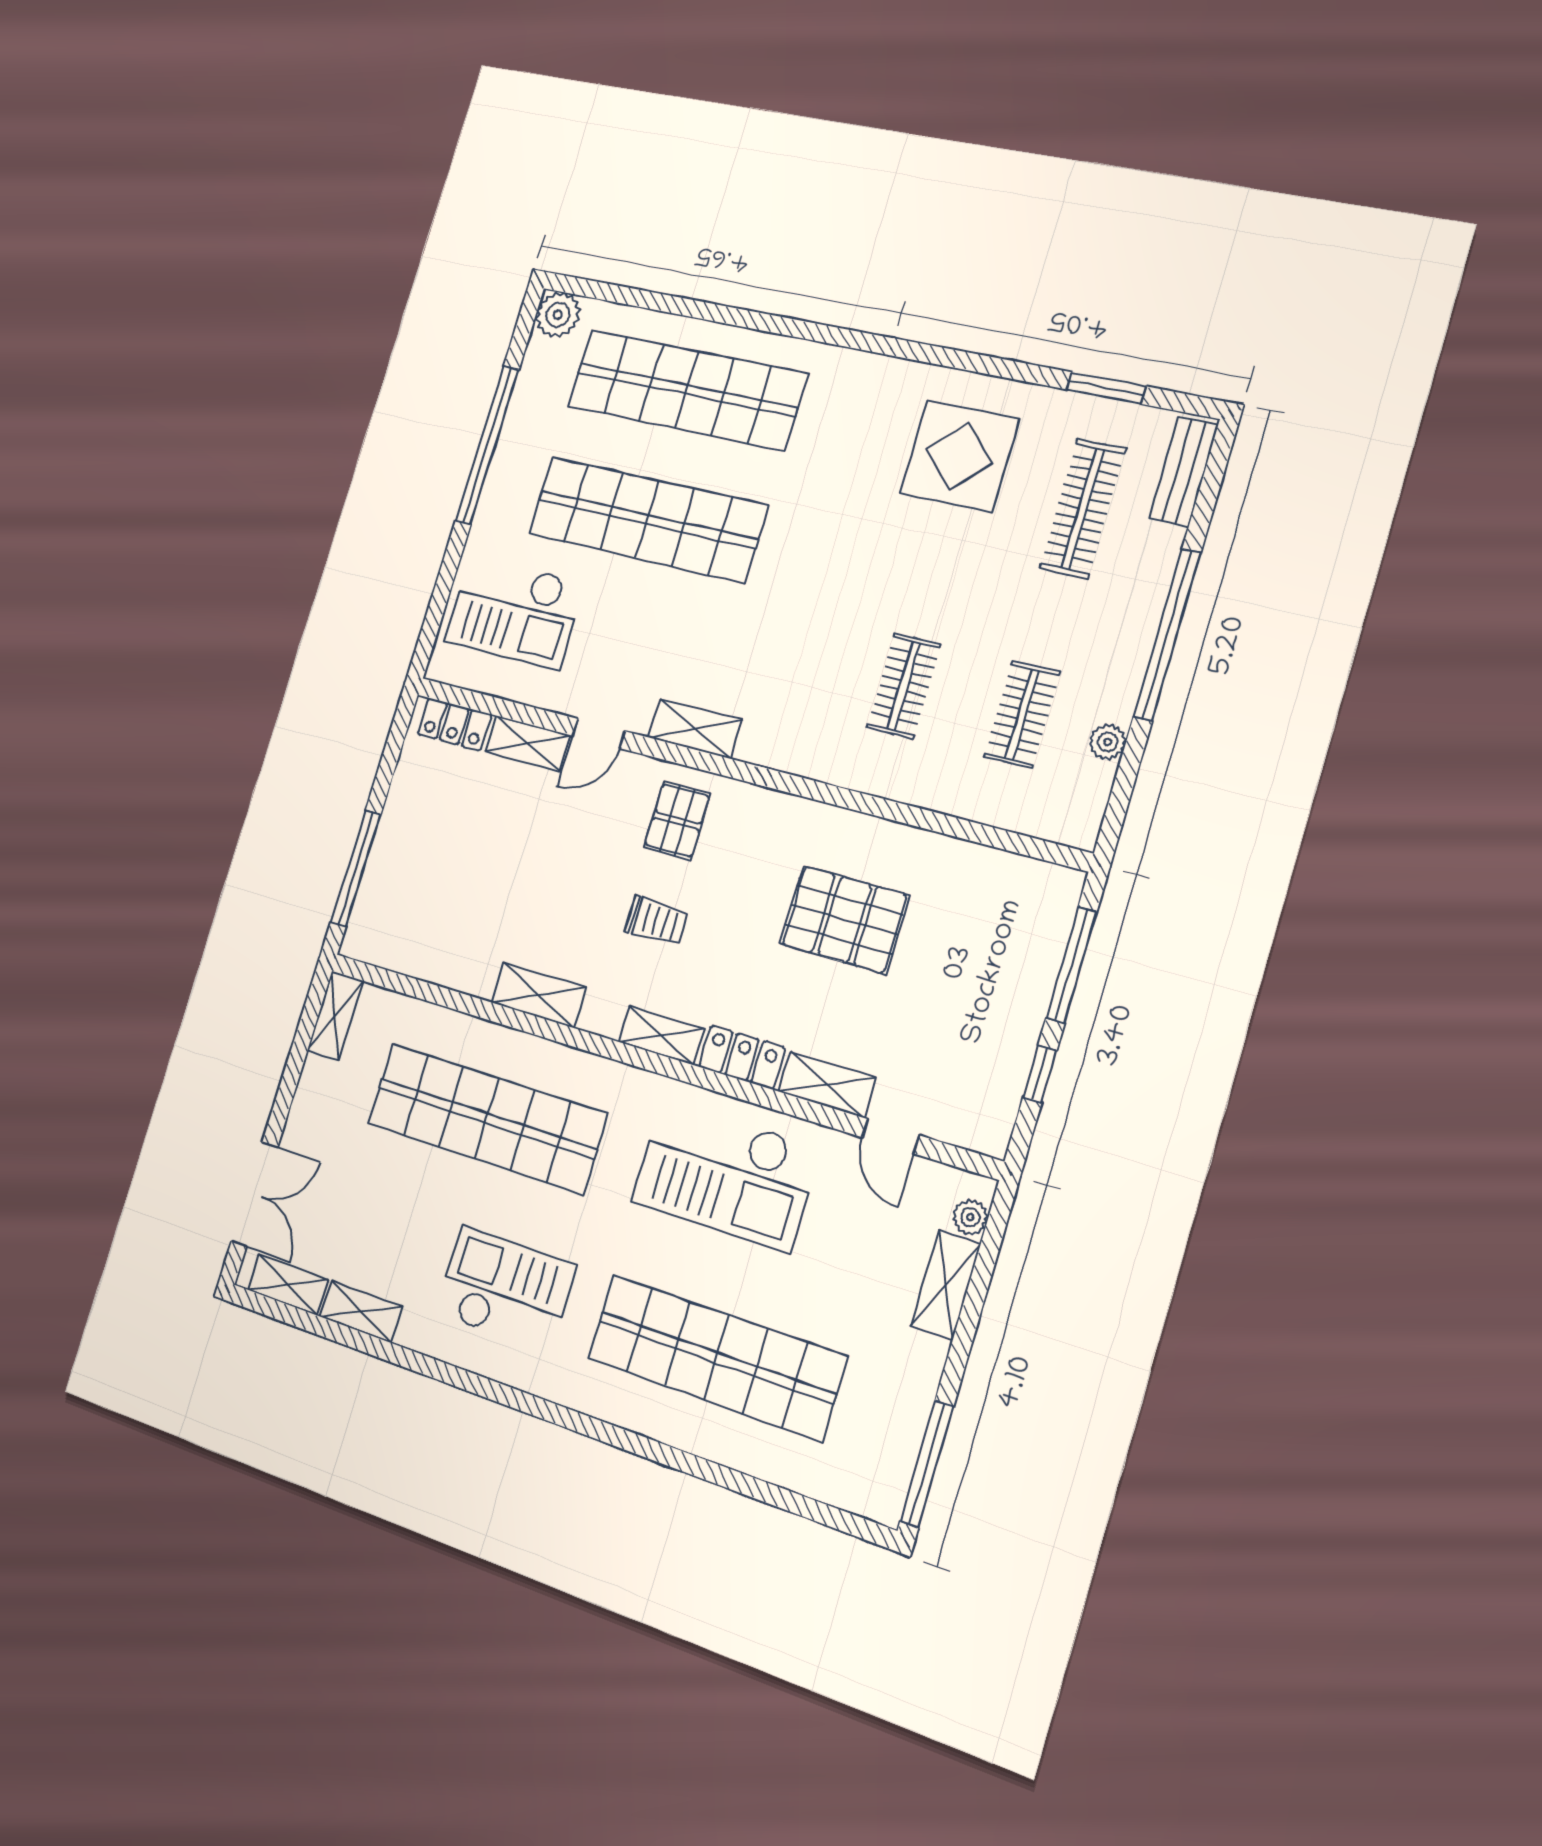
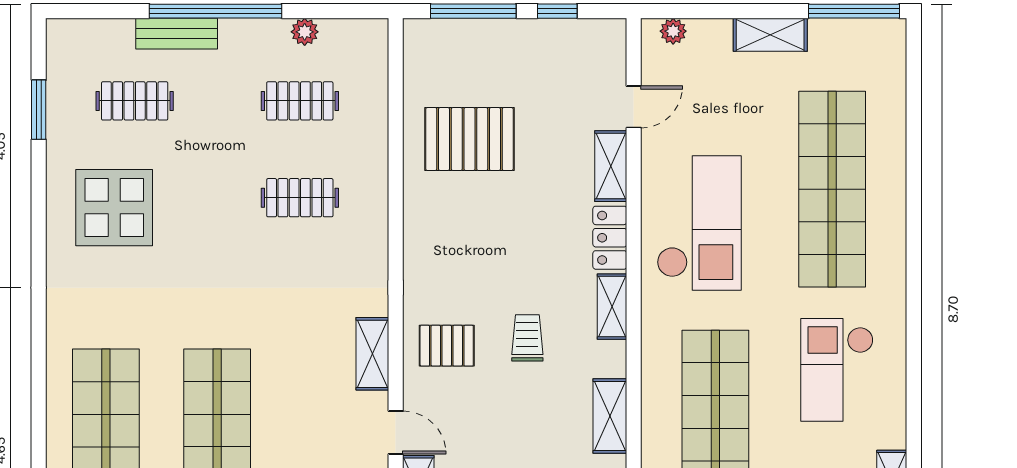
bench: (1184, 472) -> (177, 34), moved
clothes rail: (1083, 509) -> (135, 101), width x0.73
pallet: (844, 920) -> (469, 139), moved, turned 90
shelving: (946, 1285) -> (770, 35), moved

